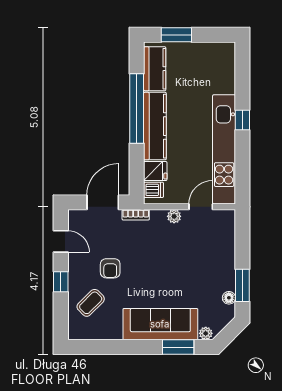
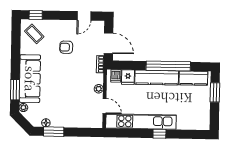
window: (61, 282) -> (36, 15), moved
coffee table: (91, 303) -> (34, 34), moved

